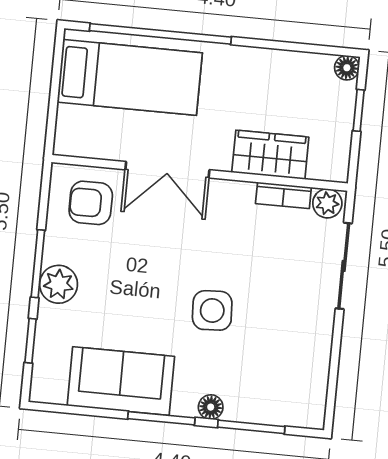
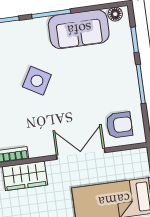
plant: (59, 284) -> (126, 75), removed
side table: (212, 310) -> (37, 81), turned 33
floor lamp: (211, 407) -> (115, 14), moved

